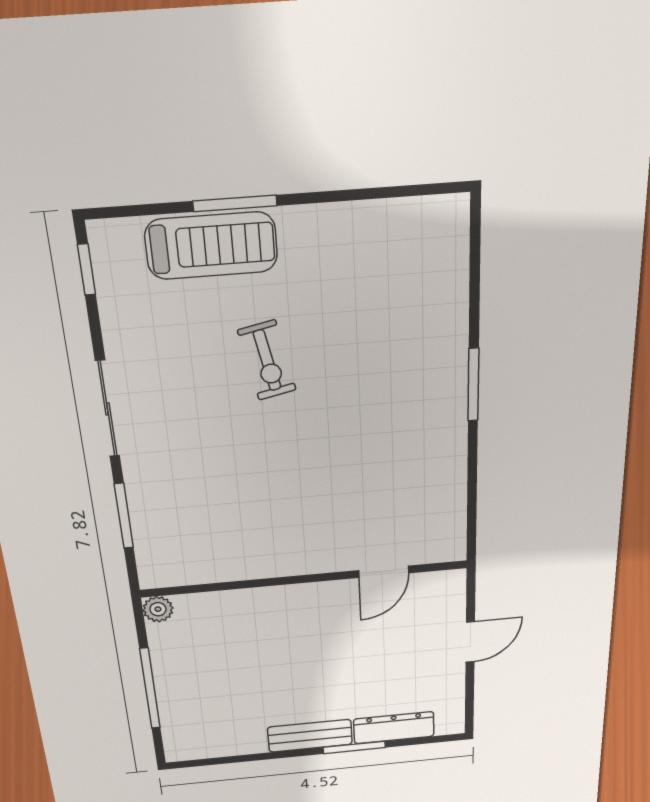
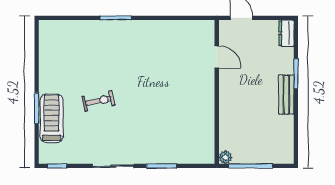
door: (384, 572) -> (217, 57), moved
wall: (305, 579) -> (217, 92), moved
plant: (158, 609) -> (225, 157), moved
dresser: (394, 728) -> (286, 33), moved, width x0.70

